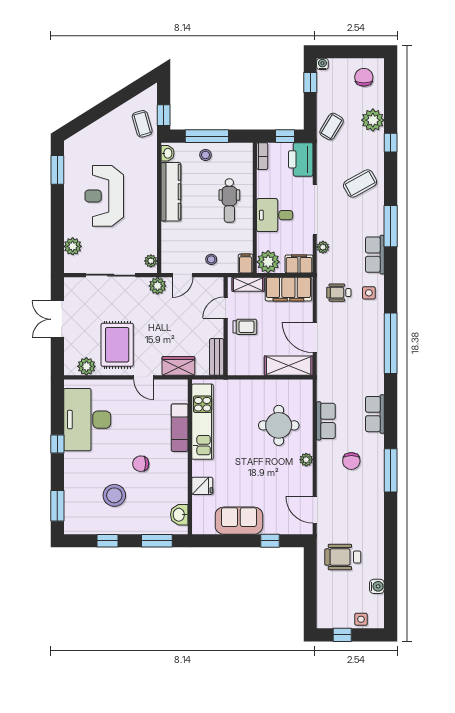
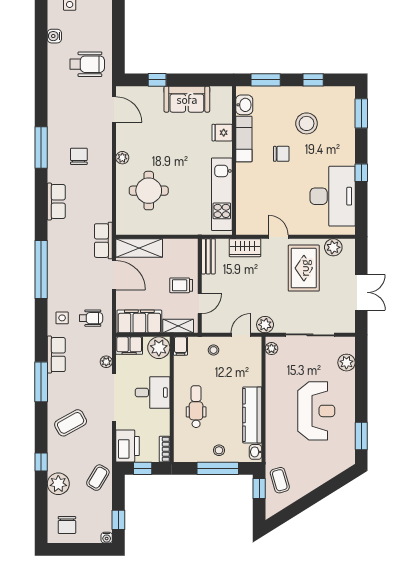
row of seats: (326, 421) -> (103, 241), moved
exam couch: (180, 428) -> (244, 139), moved

